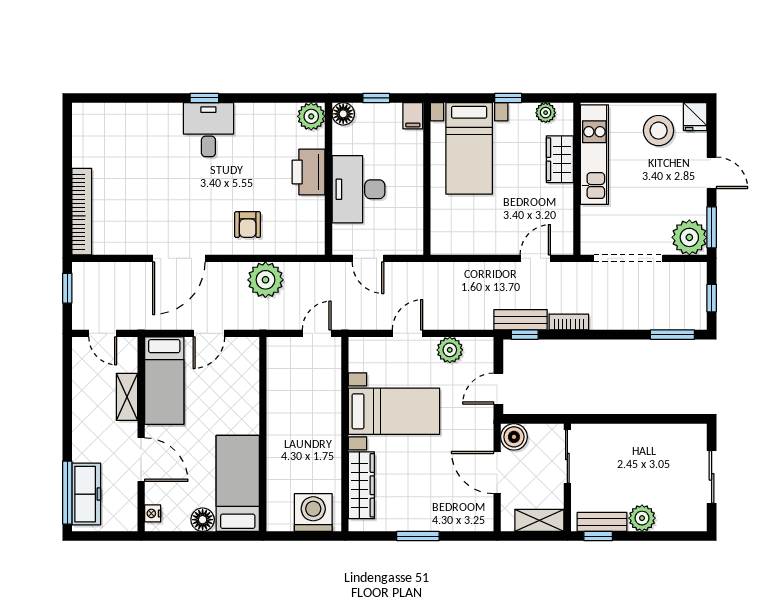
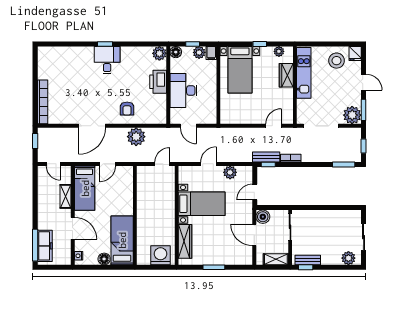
plant: (389, 115) -> (199, 52), added
plant: (642, 518) -> (348, 258), moved

